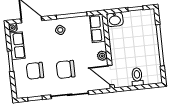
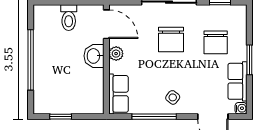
washbasin: (115, 19) -> (94, 56), moved, turned -90
chair: (66, 69) -> (171, 39), turned 90
chair: (35, 71) -> (216, 42), turned 90

